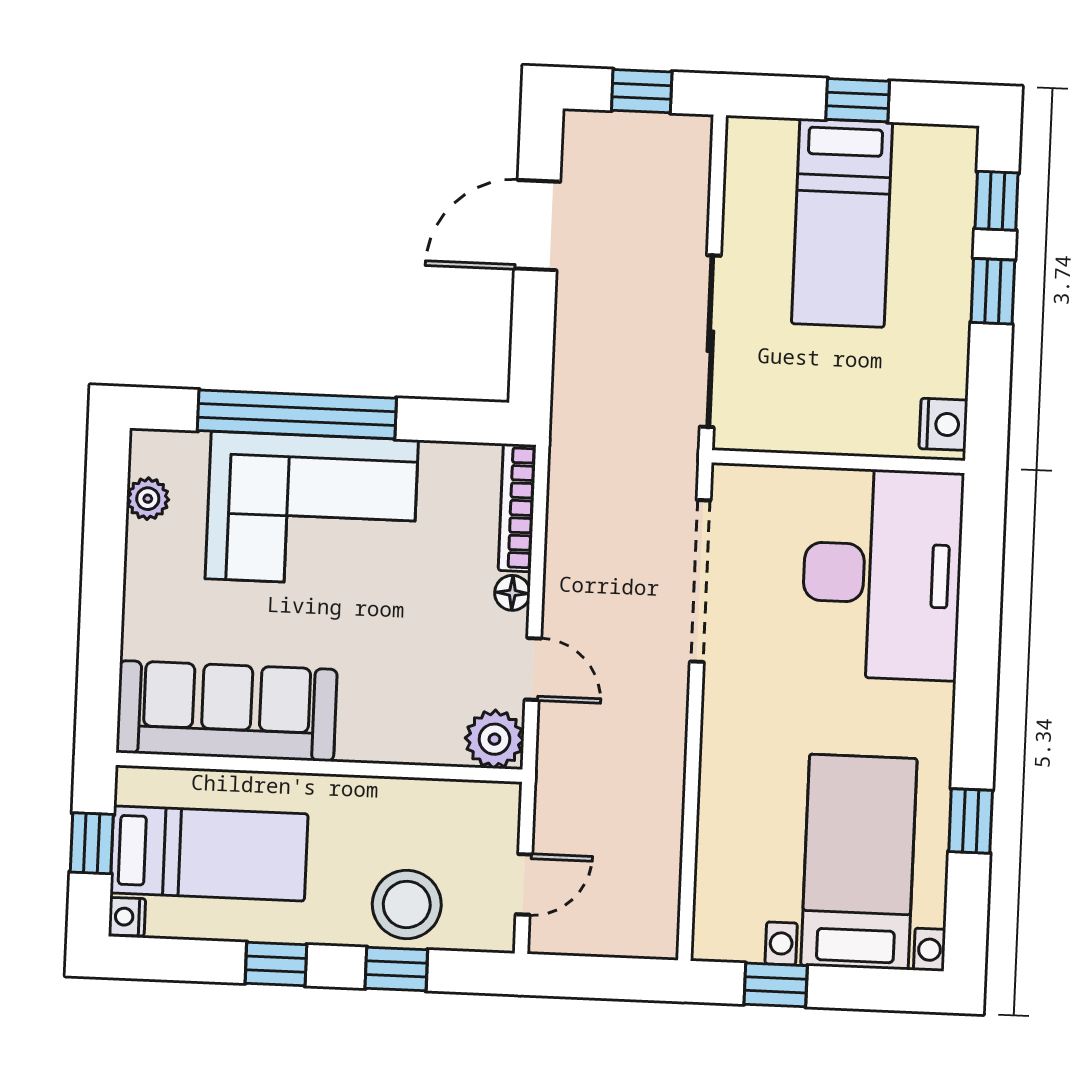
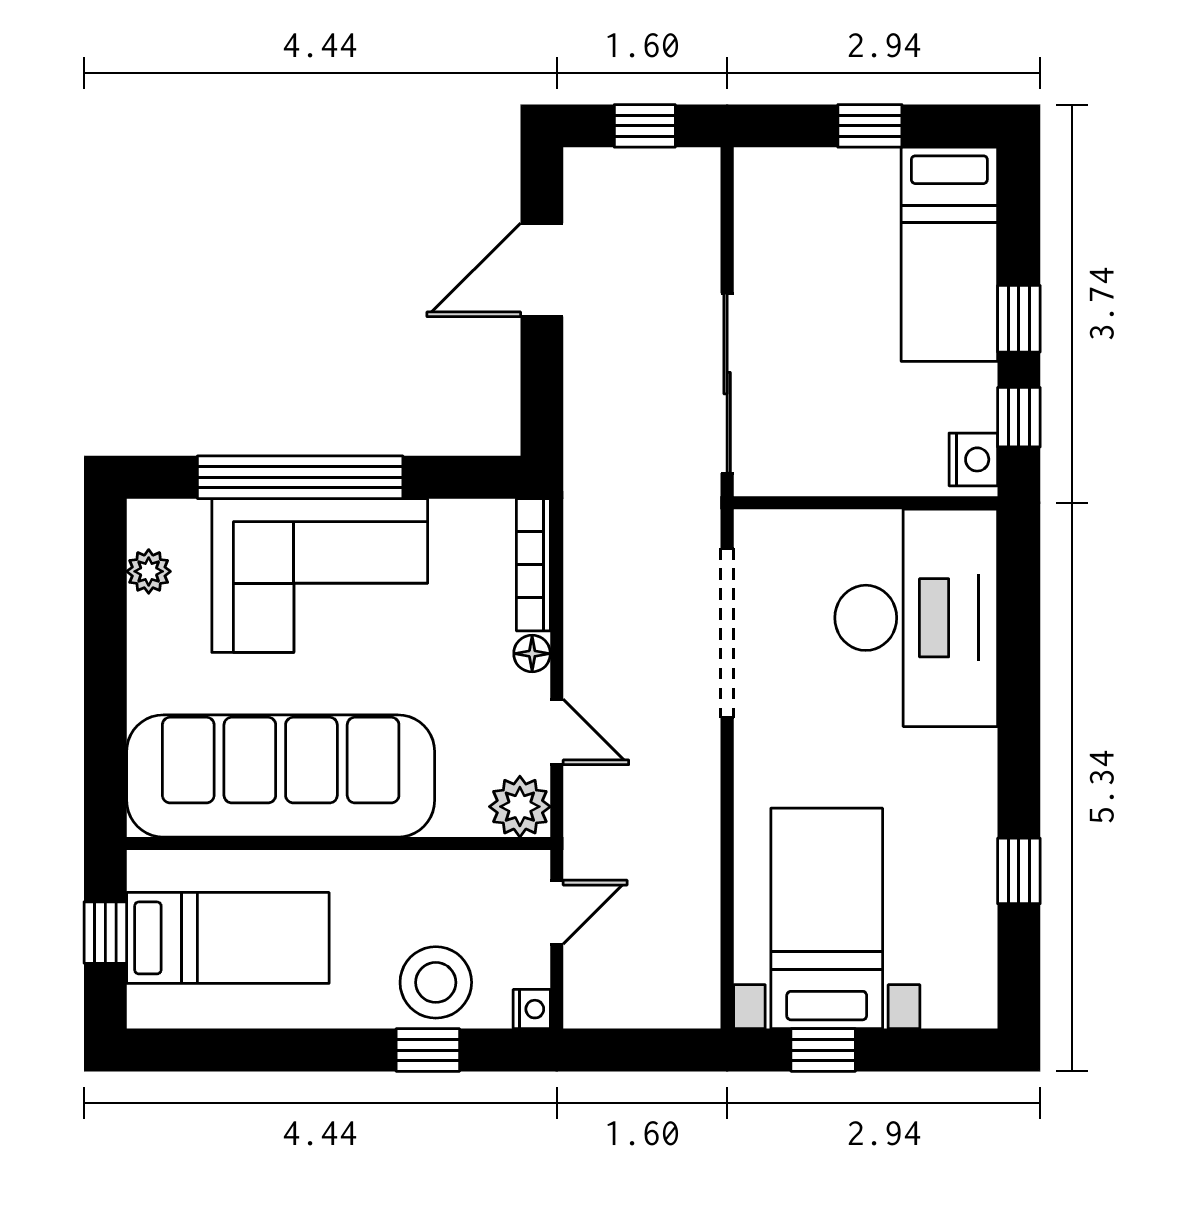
window: (997, 201) -> (1019, 417), moved
bed: (842, 223) -> (949, 254), moved
sofa: (227, 711) -> (281, 776), width x1.36, depth x1.27
bed with nightstands: (859, 862) -> (827, 918), moved
door: (524, 884) -> (557, 912), moved
nightstand: (127, 917) -> (532, 1009), moved, turned 180
window: (276, 964) -> (302, 1050), removed

